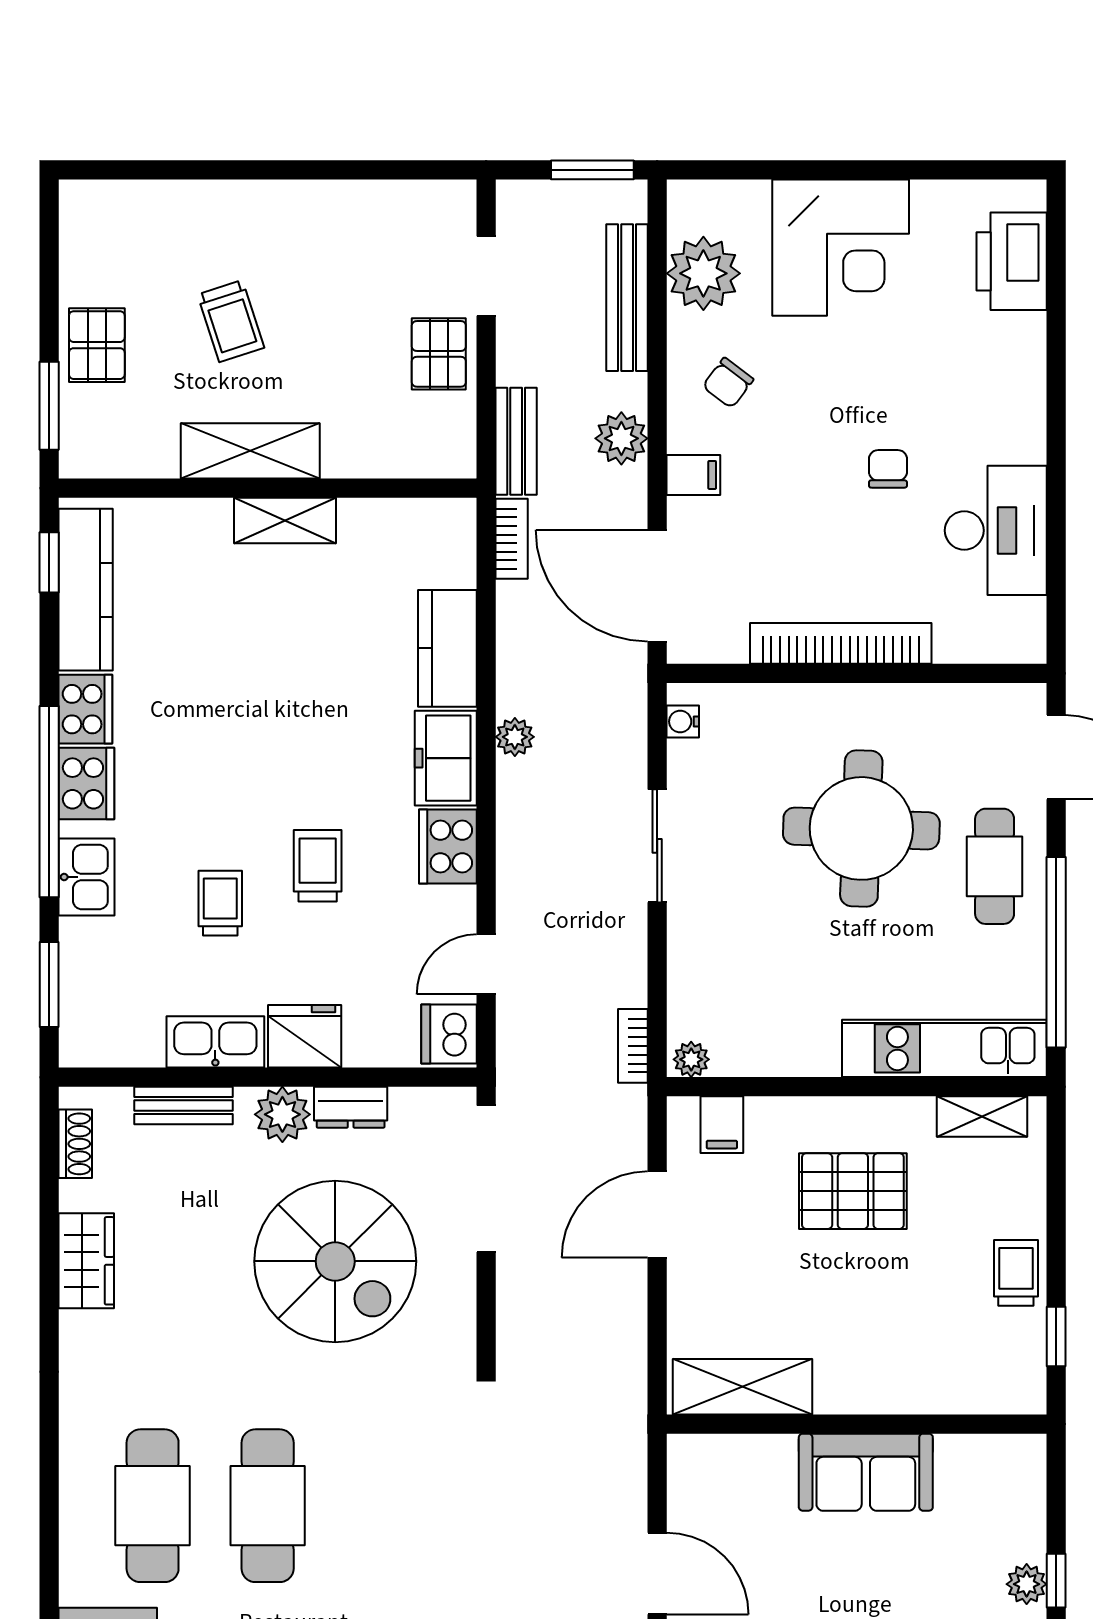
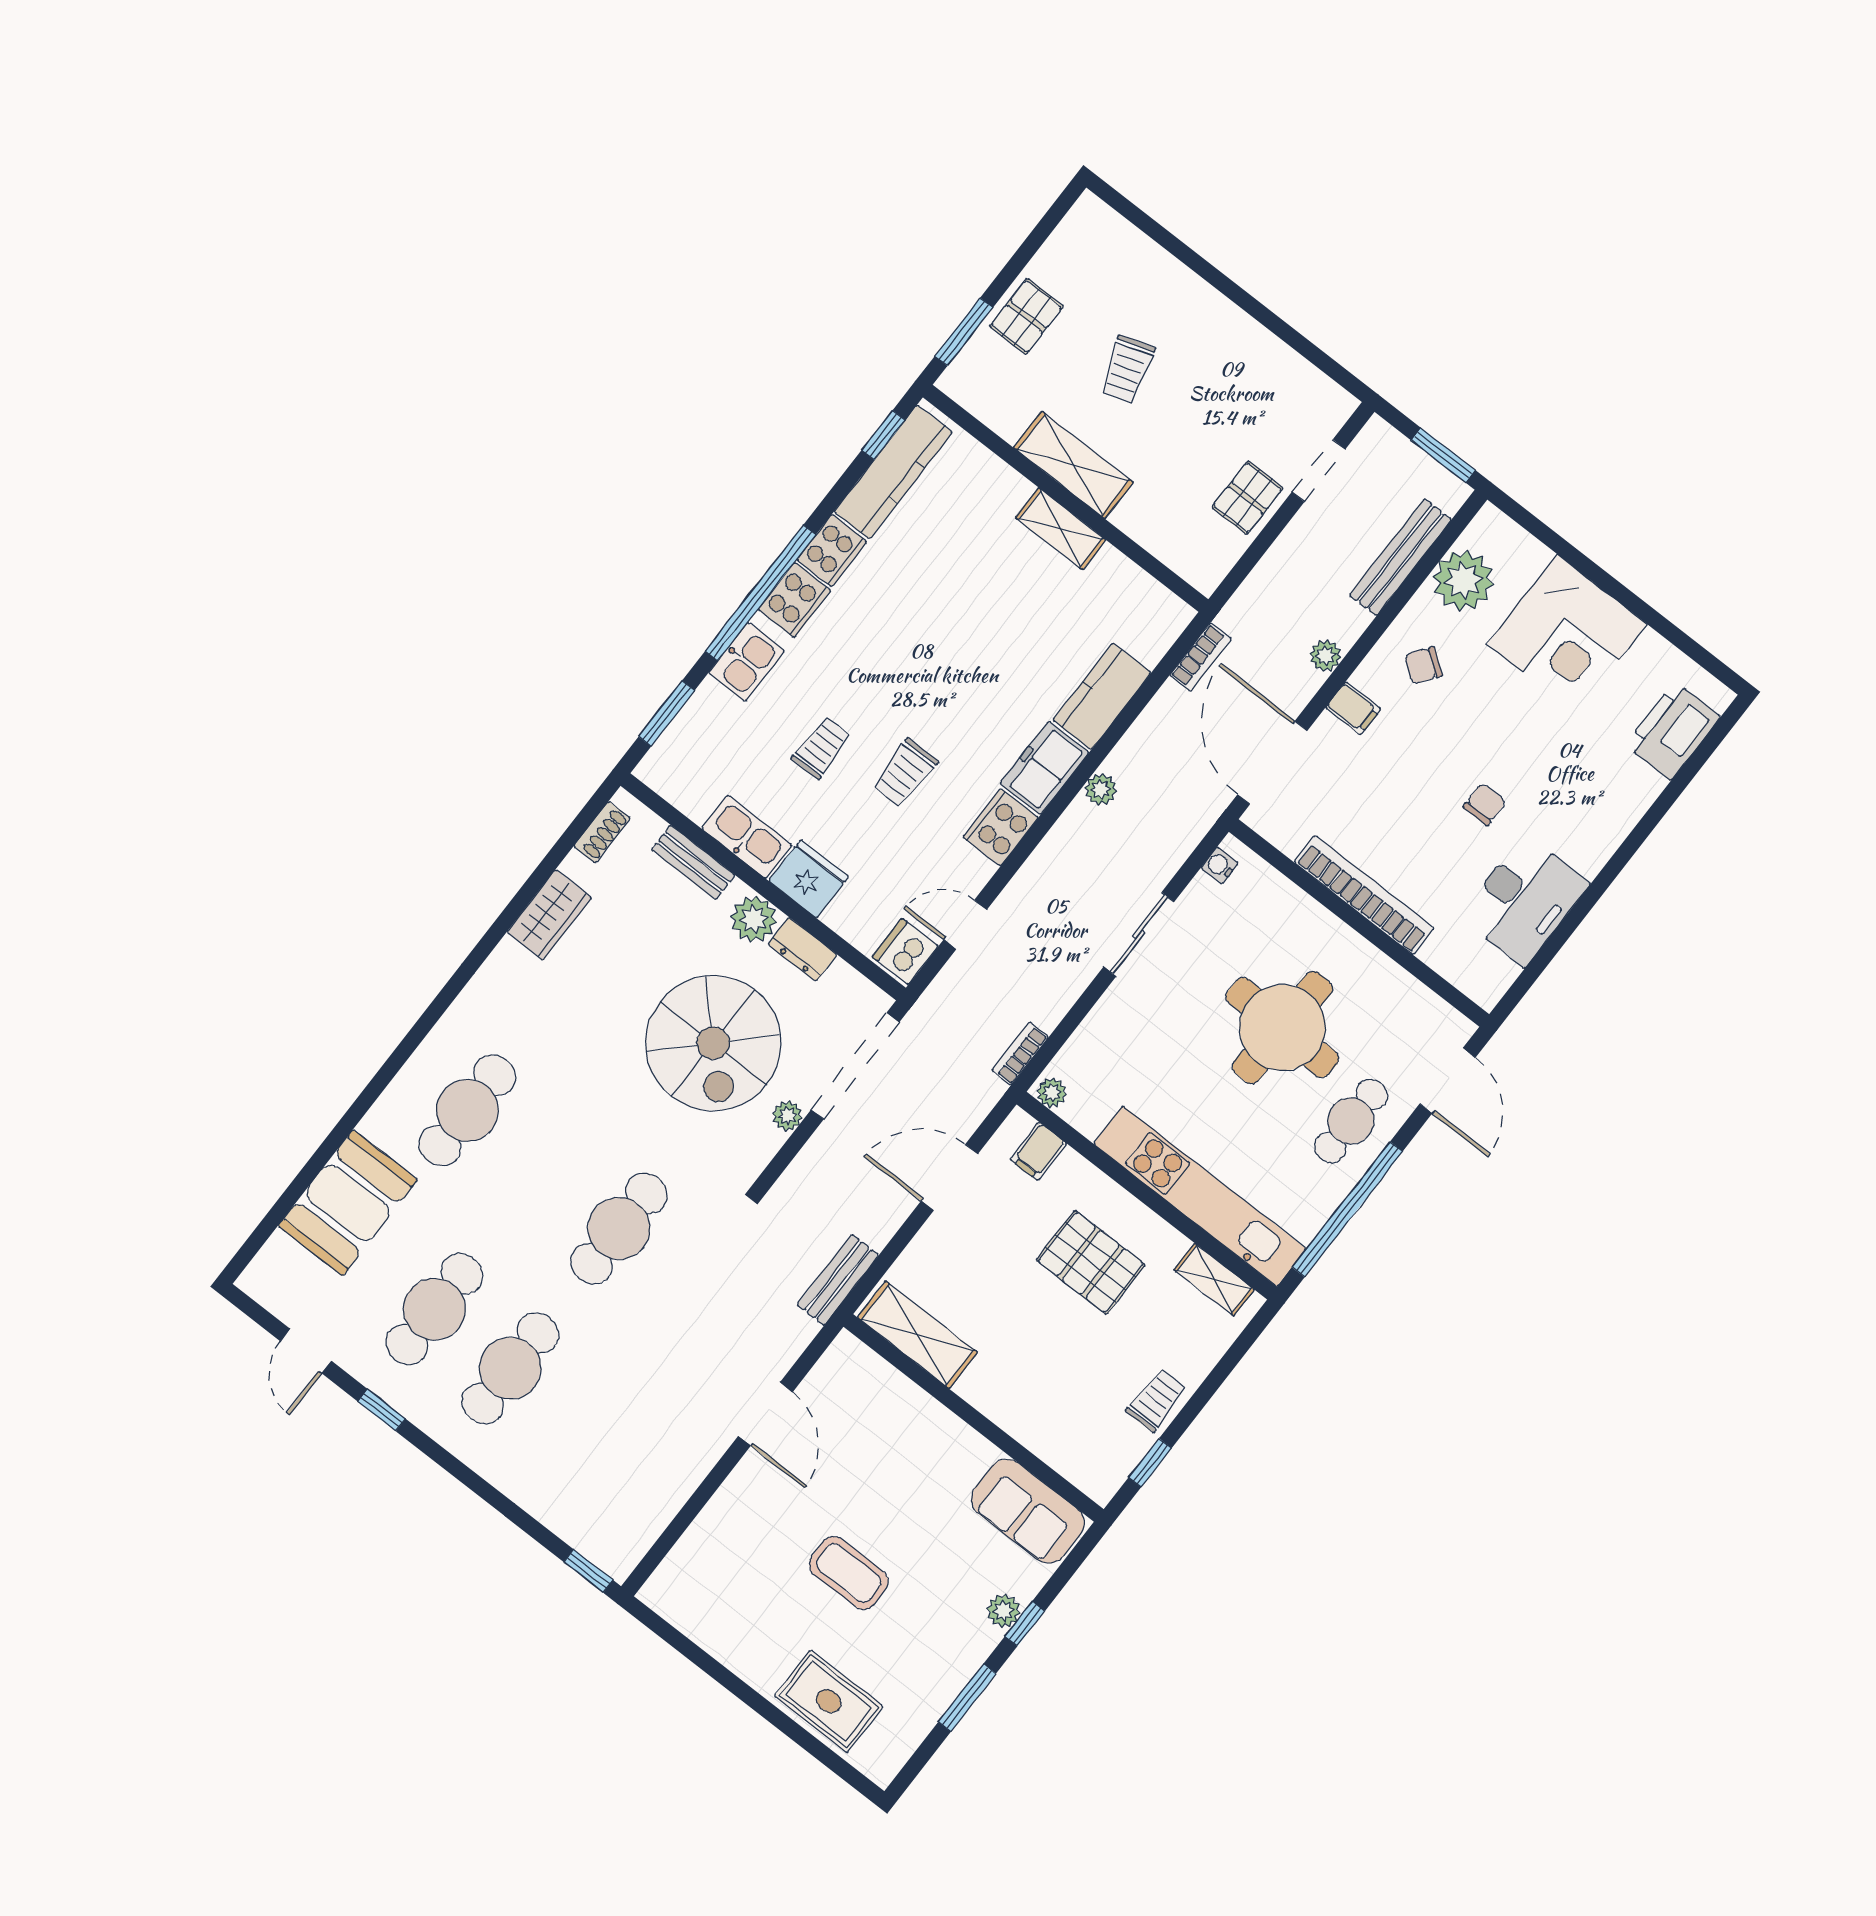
plant: (621, 438) -> (1325, 656), width x0.73, depth x0.73
bench: (516, 441) -> (838, 1280), moved
trolley: (318, 866) -> (905, 773), turned 180
kitchen unit: (944, 1048) -> (1200, 1196), width x1.36
plant: (459, 1276) -> (787, 1116), added
sofa: (866, 1472) -> (1028, 1511), moved
cafe table: (268, 1506) -> (619, 1229), moved

